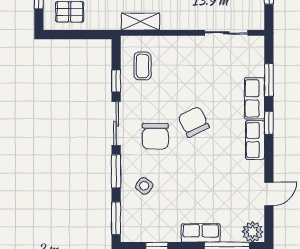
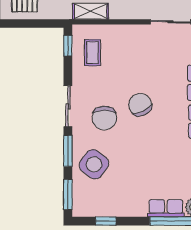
window: (116, 81) -> (68, 46), moved
side table: (144, 186) -> (94, 164), width x1.87, depth x1.87
row of seats: (201, 233) -> (166, 208), moved

